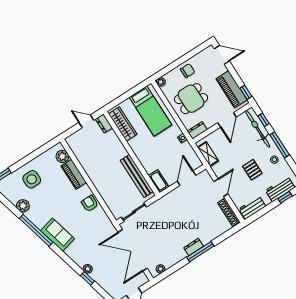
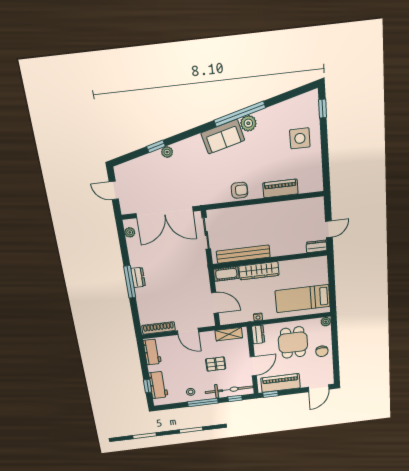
door: (227, 120) -> (253, 366), swing flipped
wardrobe: (123, 124) -> (259, 271), moved
plant: (62, 156) -> (306, 185), removed
pallet: (252, 170) -> (216, 364), moved
plant: (23, 206) -> (248, 123), moved
double door: (133, 250) -> (165, 212), swing flipped

